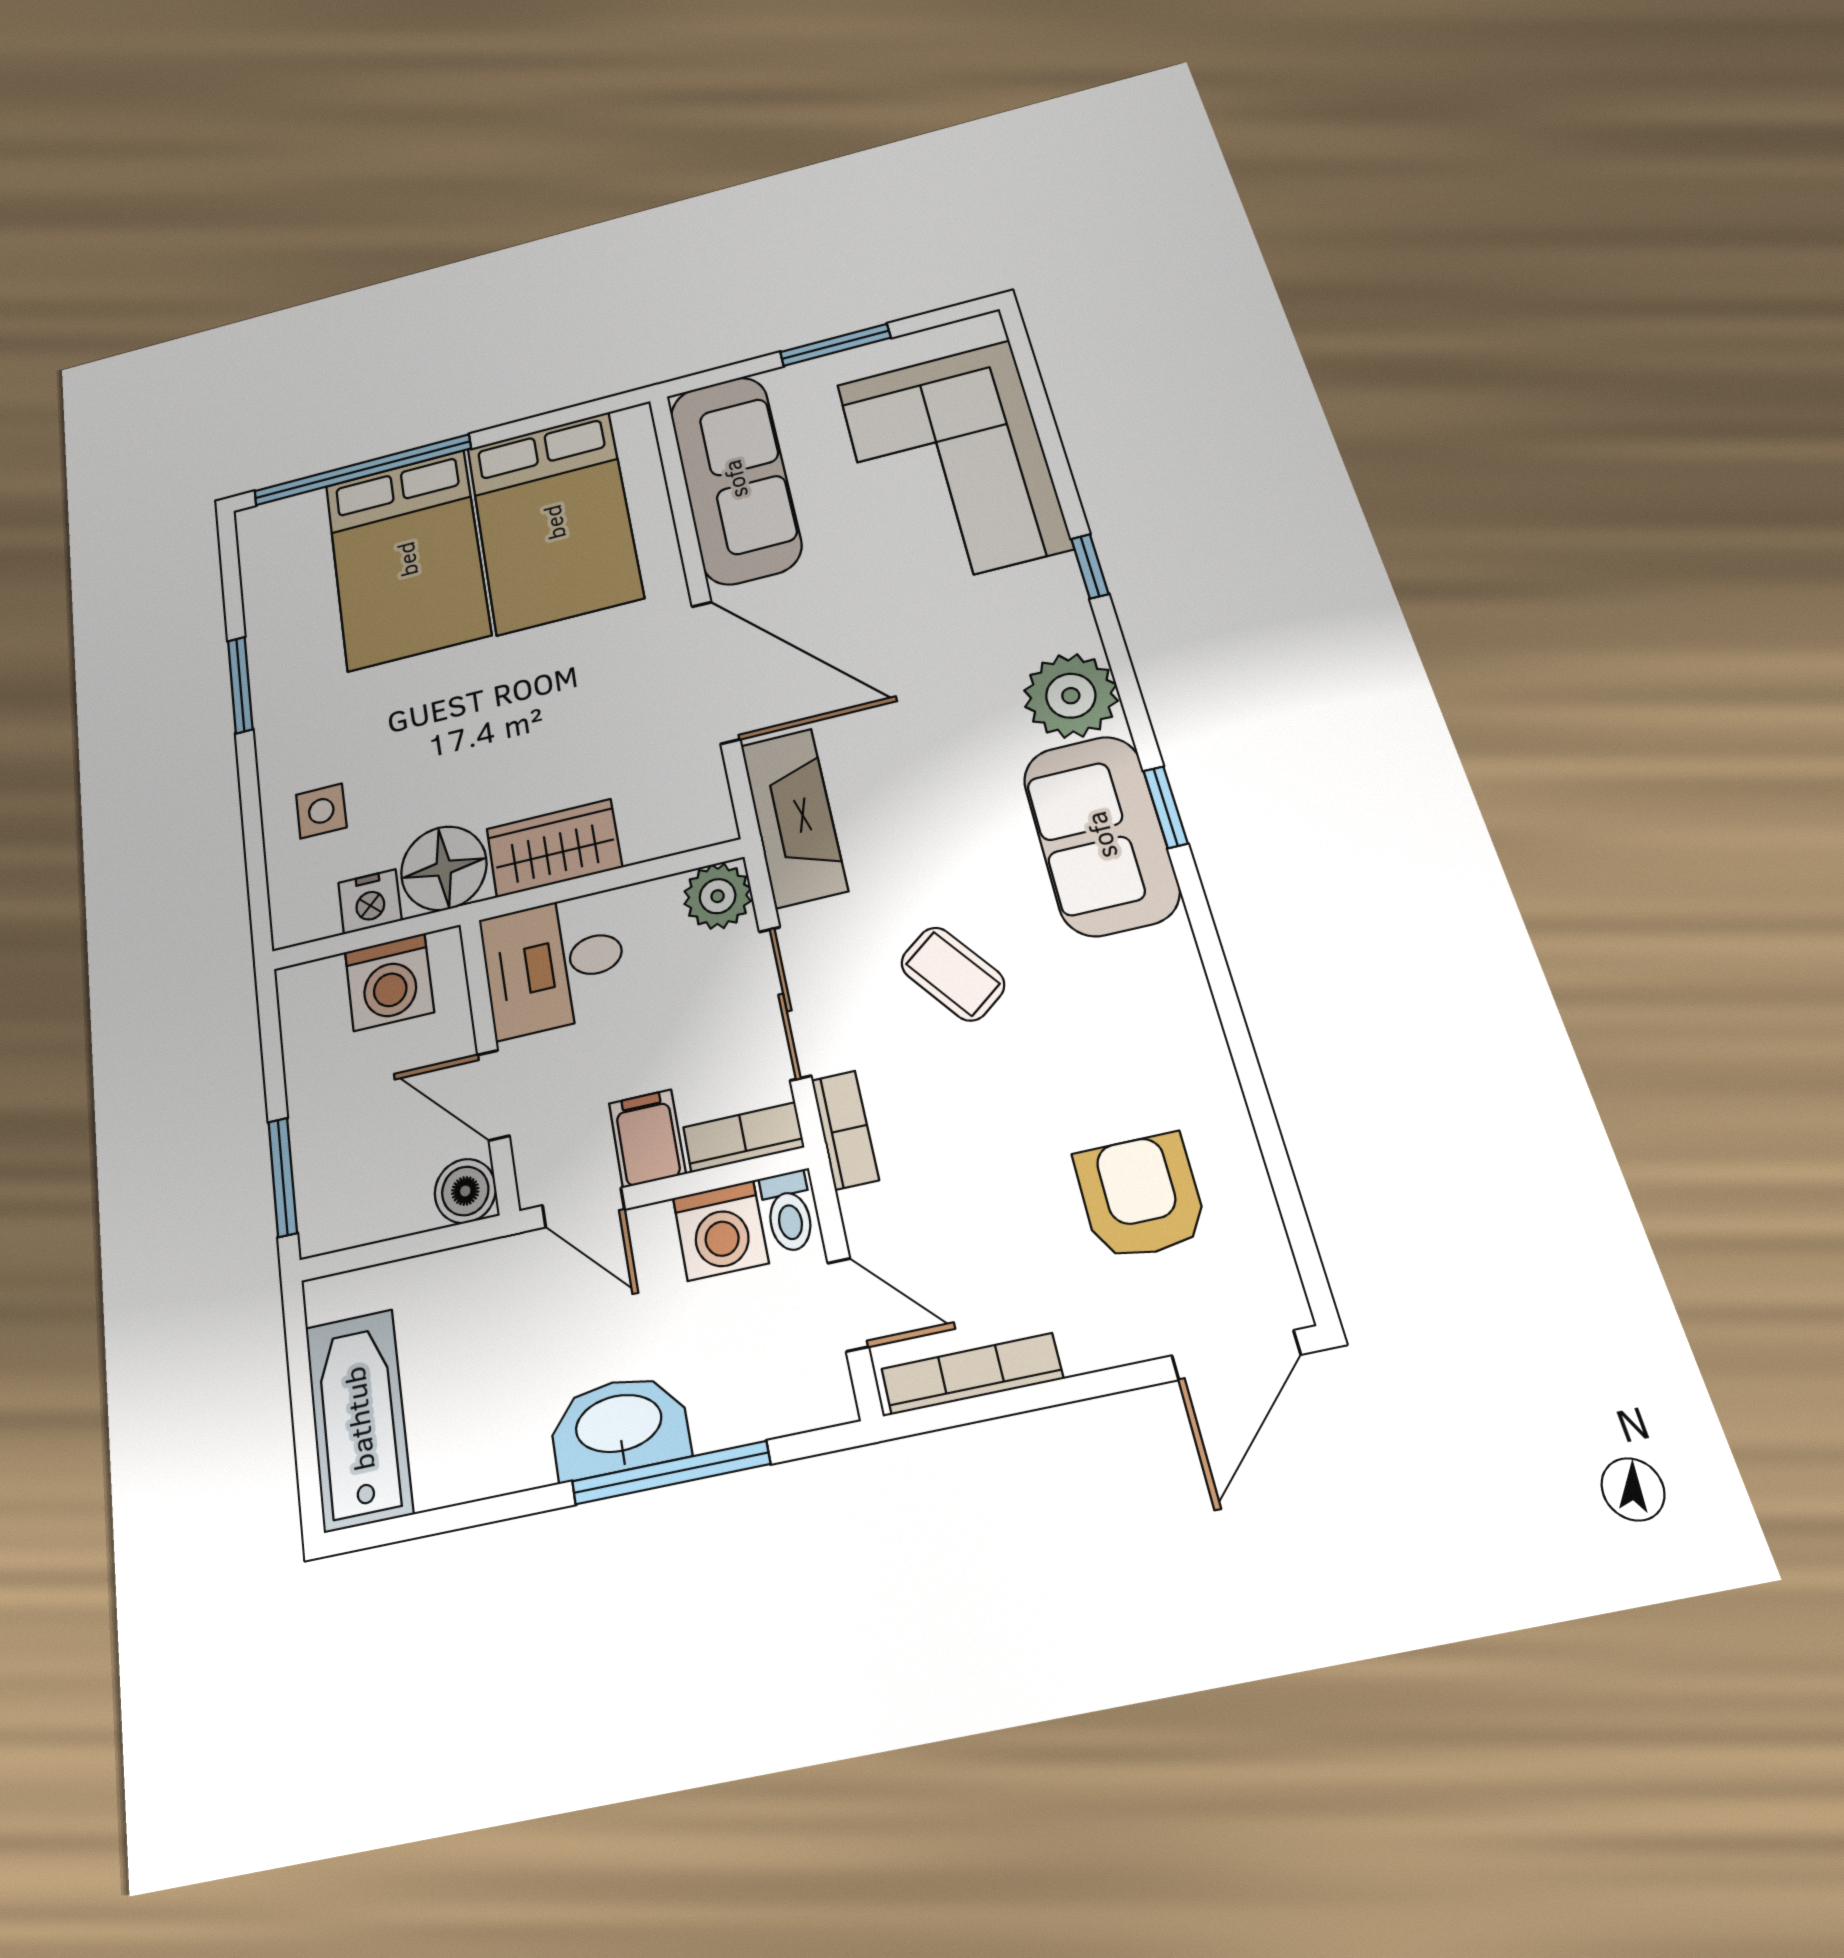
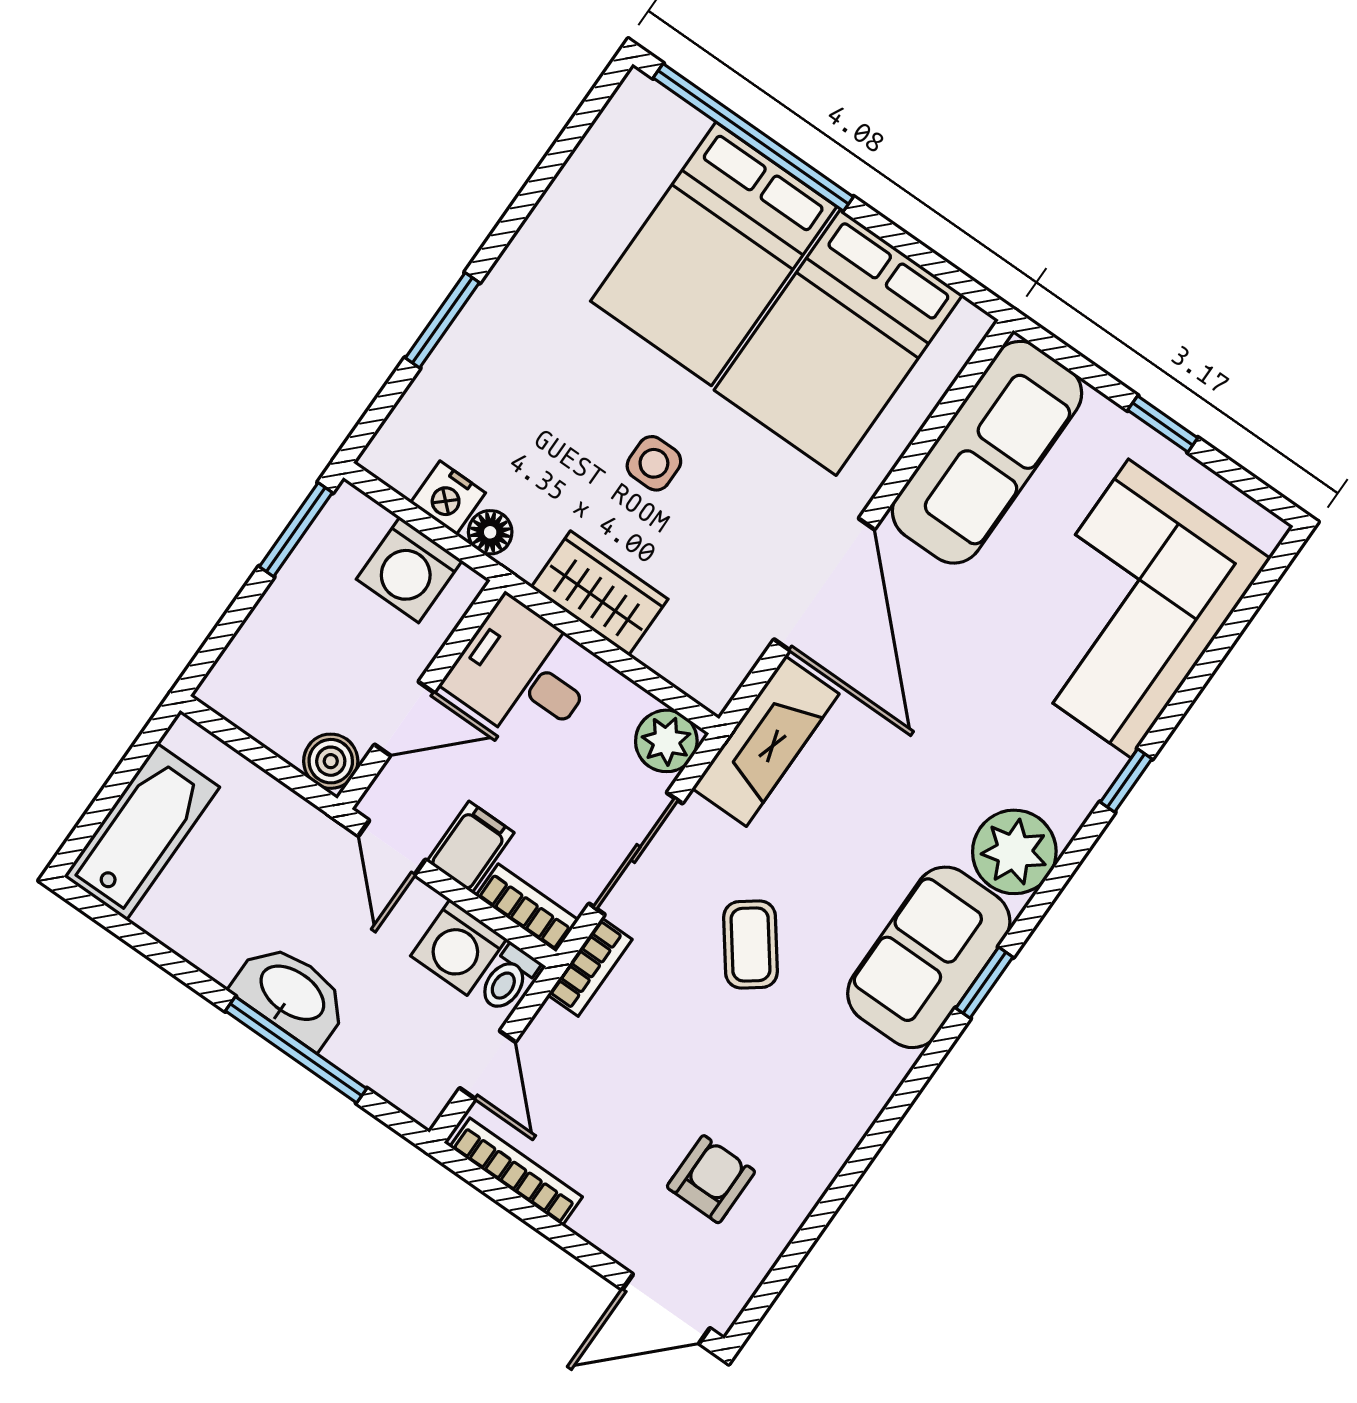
window: (835, 345) -> (1163, 424), width x0.67
window: (240, 685) -> (442, 320), moved
side table: (321, 811) -> (654, 463), moved
floor lamp: (444, 868) -> (490, 532), width x0.53, depth x0.53
door: (493, 1095) -> (404, 719), swing flipped
window: (283, 1177) -> (296, 530), moved
armchair: (1140, 1196) -> (711, 1179), width x0.72, depth x0.72

